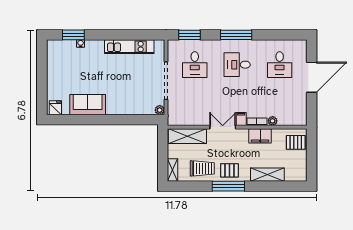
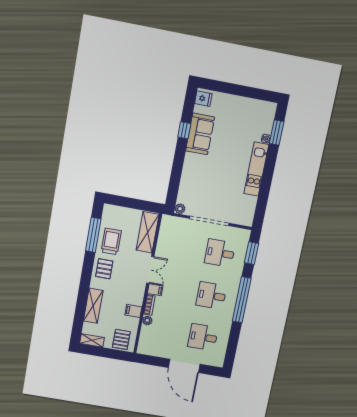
window: (236, 35) -> (242, 300), width x1.46
kitchen unit: (129, 47) -> (256, 169), moved
desk: (237, 65) -> (211, 295), turned -90
window: (87, 120) -> (184, 130), added
filing cabinet: (260, 136) -> (133, 311), width x0.50
trolley: (202, 168) -> (111, 241), turned 180
shelving: (173, 170) -> (92, 340), moved
window: (228, 186) -> (93, 235), moved

